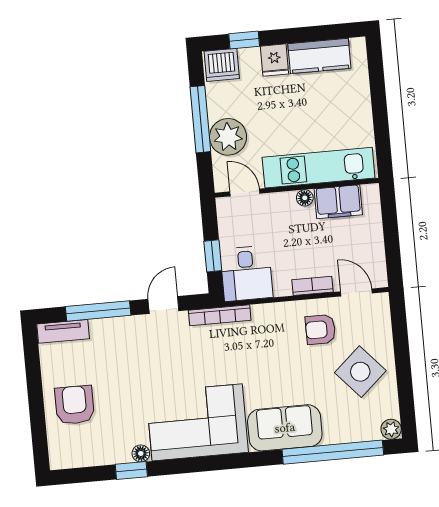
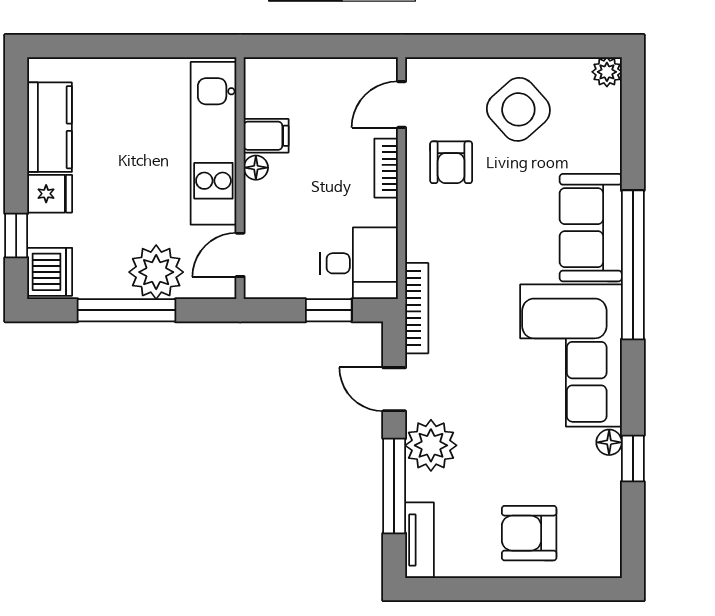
filing cabinet: (338, 202) -> (266, 136), width x0.50
plant: (128, 333) -> (431, 445), added
window: (333, 452) -> (633, 265), moved

